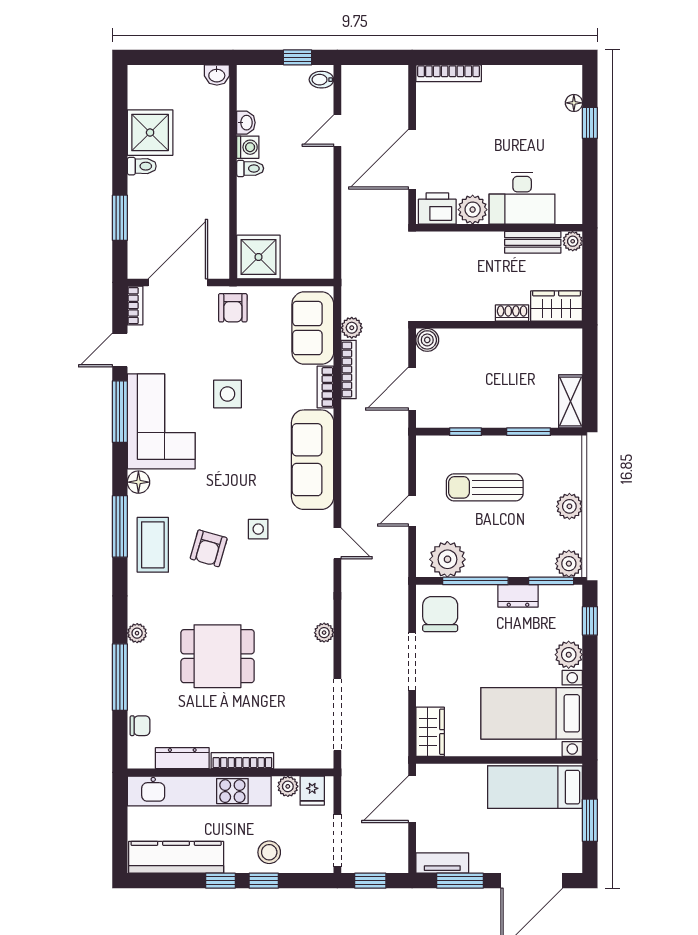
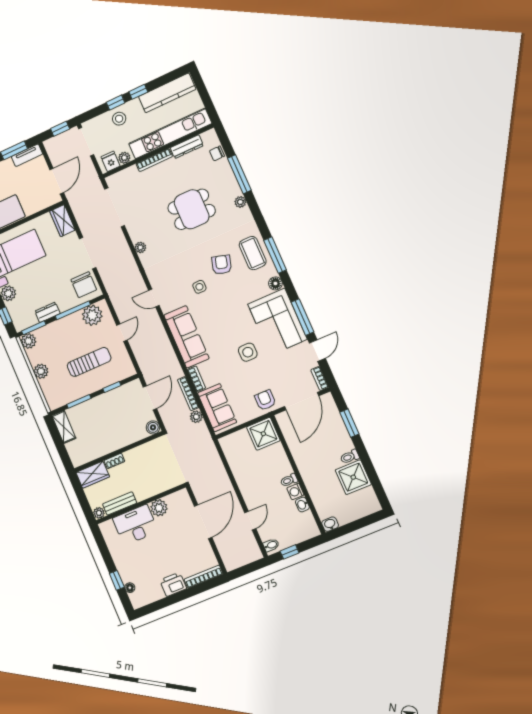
printer: (437, 208) -> (173, 584), moved, turned 180

